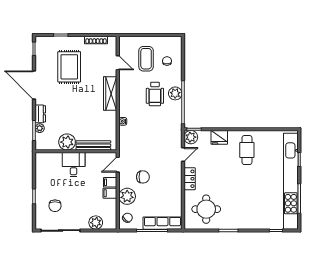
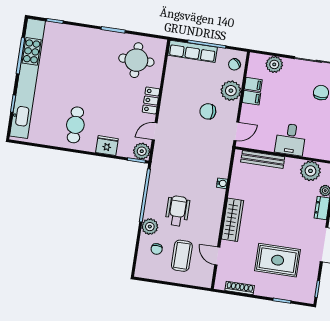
rug: (69, 67) -> (278, 260), turned 90
plant: (175, 93) -> (150, 227), moved
plant: (67, 142) -> (310, 171), moved
filing cabinet: (110, 182) -> (253, 84), moved

